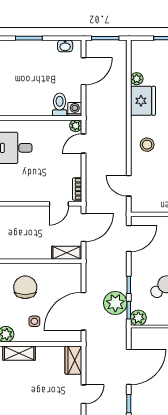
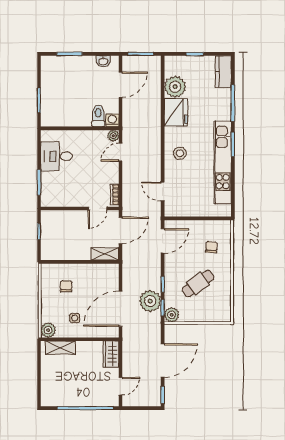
plant: (137, 79) -> (175, 87), width x1.87, depth x1.87
chair: (25, 287) -> (66, 286), width x0.54, depth x0.54

